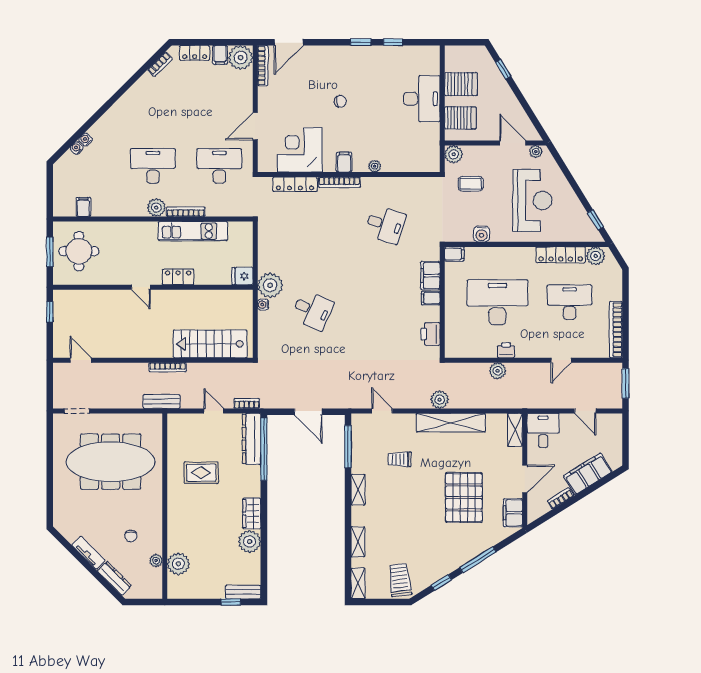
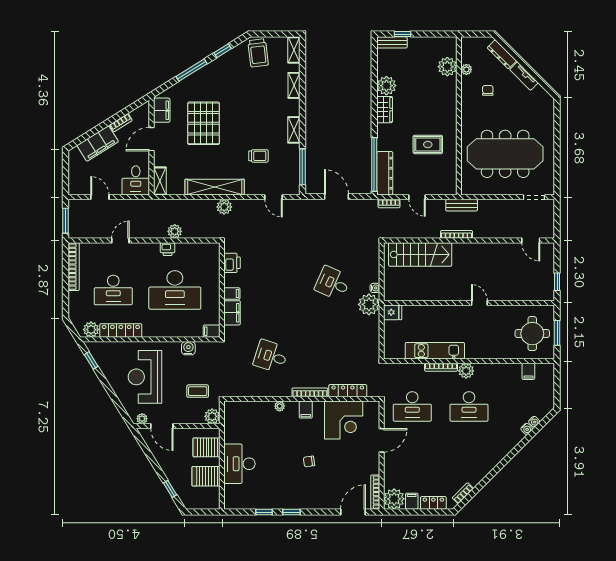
locker: (178, 277) -> (448, 312), removed

